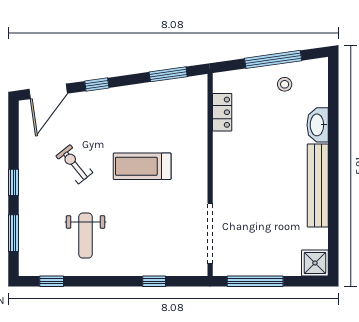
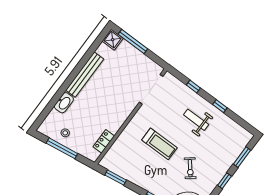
weight bench: (86, 236) -> (196, 120), moved, turned -90
window: (52, 281) -> (220, 106), moved
window: (255, 281) -> (133, 42), moved

